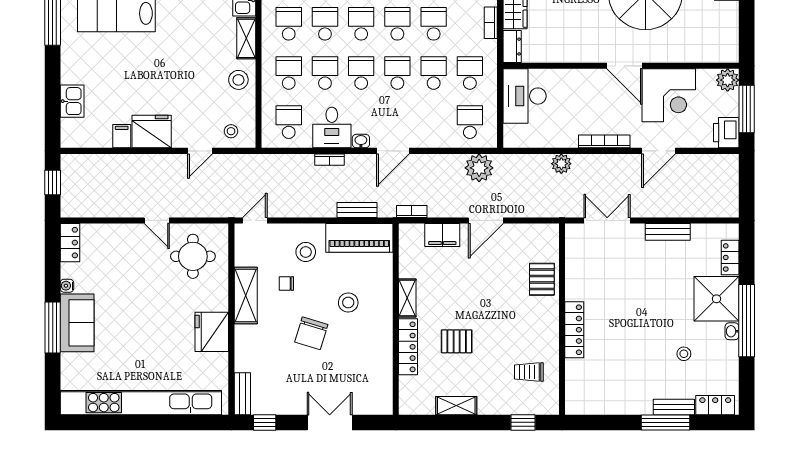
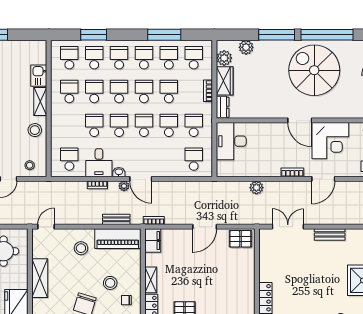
school desk: (289, 73) -> (69, 125), removed
bookcase: (604, 141) -> (292, 172), width x0.64
door: (393, 151) -> (141, 179), hinge flipped
plant: (479, 168) -> (124, 186), moved, width x0.53, depth x0.53
filing cabinet: (442, 235) -> (153, 241), moved, turned -90
pallet: (542, 279) -> (240, 239), moved, turned 90
chair: (286, 283) -> (126, 300), moved

